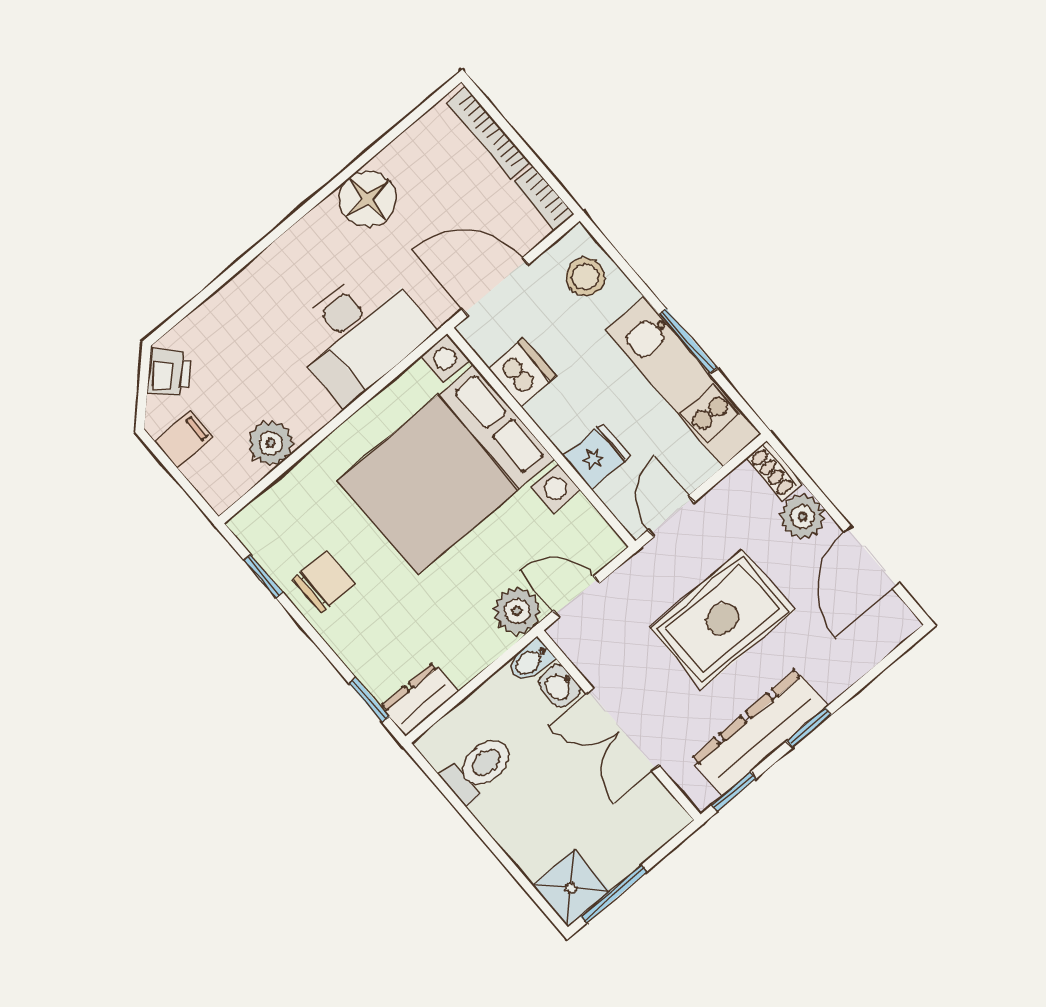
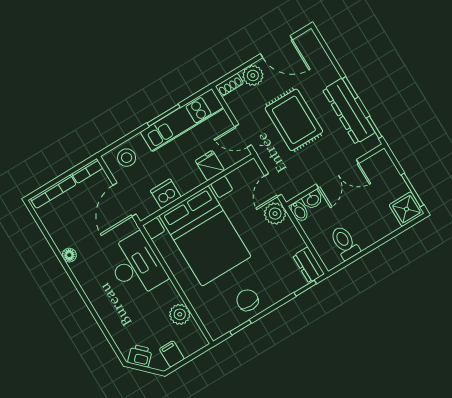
floor lamp: (368, 198) -> (69, 255), width x0.53, depth x0.53

